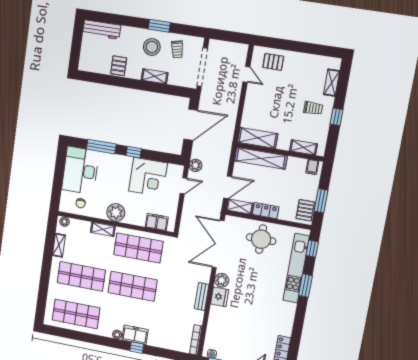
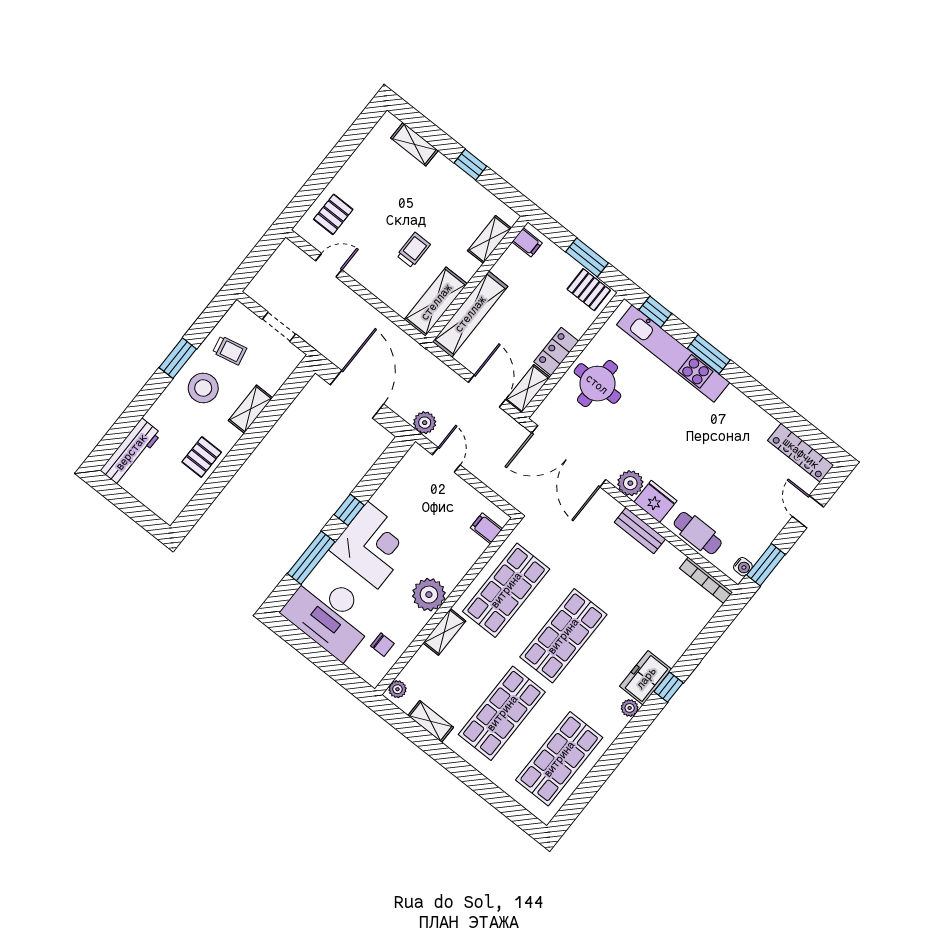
pallet: (119, 66) -> (202, 457), turned 90
doorway: (202, 67) -> (279, 327), width x0.53
trolley: (313, 108) -> (414, 250), moved
corner desk: (148, 177) -> (373, 545), moved
filing cabinet: (157, 222) -> (486, 528), width x0.50
cafe table: (216, 325) -> (698, 533), added

